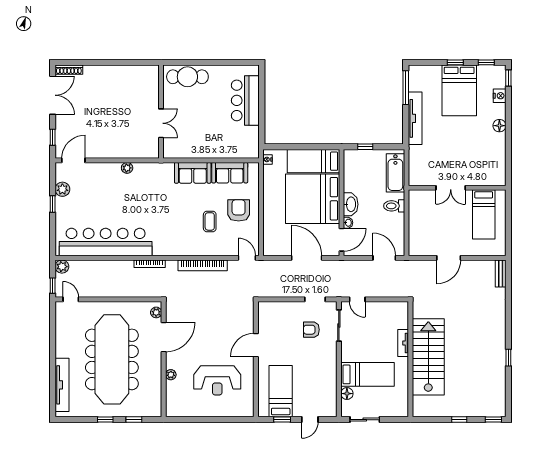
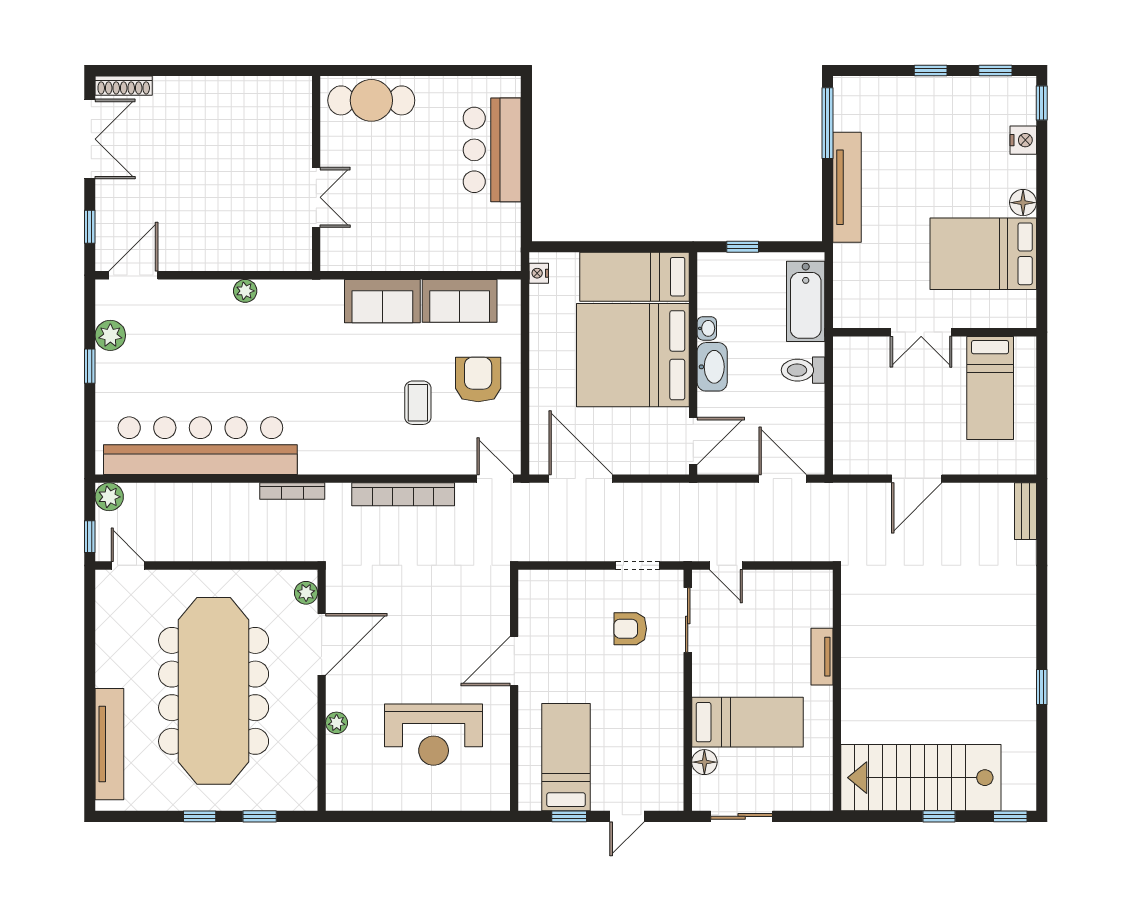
bed: (459, 90) -> (983, 254), moved, turned 90
washbasin: (348, 223) -> (707, 328), moved
door: (307, 258) -> (581, 479), moved
stairs: (428, 357) -> (921, 778), moved, turned -90

